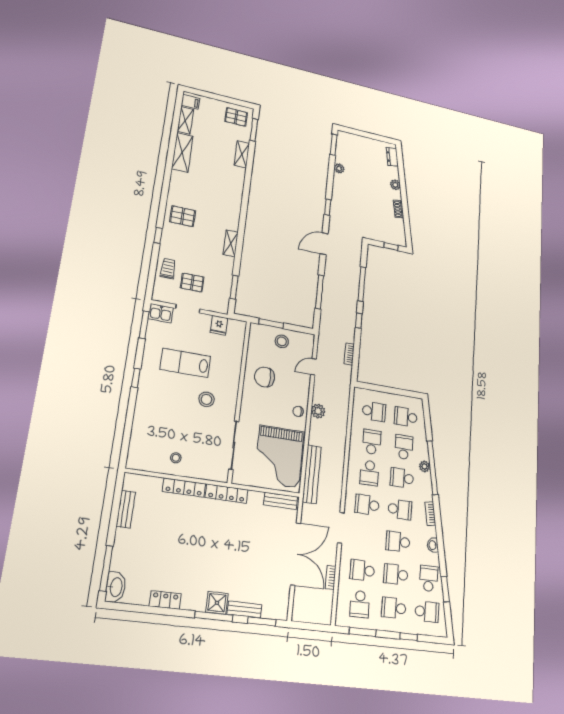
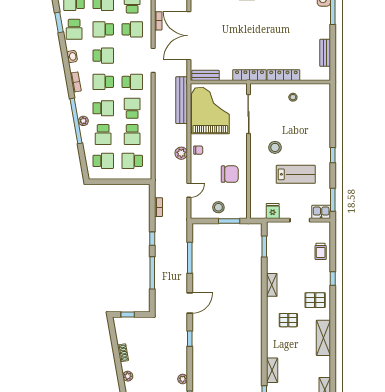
shelving: (182, 152) -> (323, 338), moved
pallet: (192, 283) -> (288, 320), moved
school desk: (396, 574) -> (103, 29), turned 180

